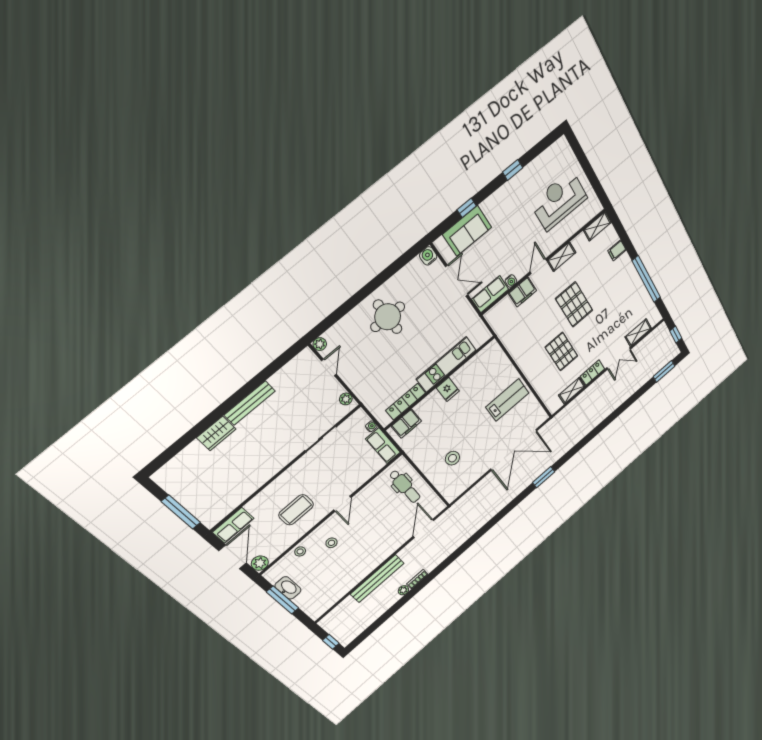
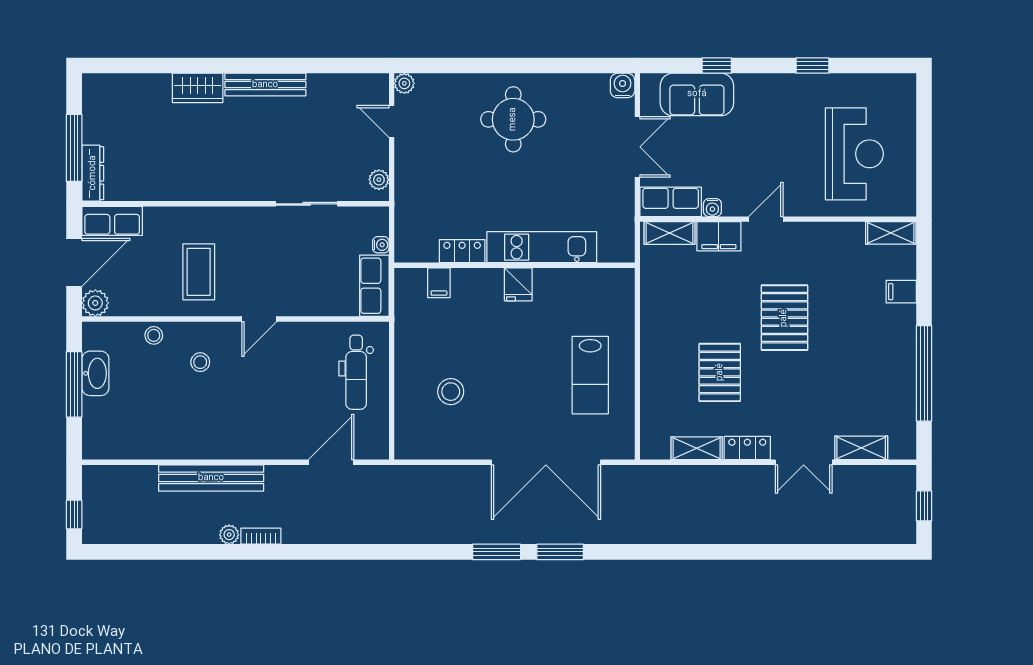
reception desk: (559, 200) -> (854, 154), turned 90
shelving: (562, 257) -> (670, 233), moved
door: (329, 367) -> (392, 122), swing flipped
window: (664, 371) -> (497, 552), moved
lab bench: (507, 400) -> (590, 375), turned 90
locker: (406, 402) -> (462, 251), width x0.66
filing cabinet: (406, 424) -> (439, 283), width x0.50
coffee table: (296, 510) -> (199, 272), turned 90
dresser: (202, 515) -> (93, 173), added

